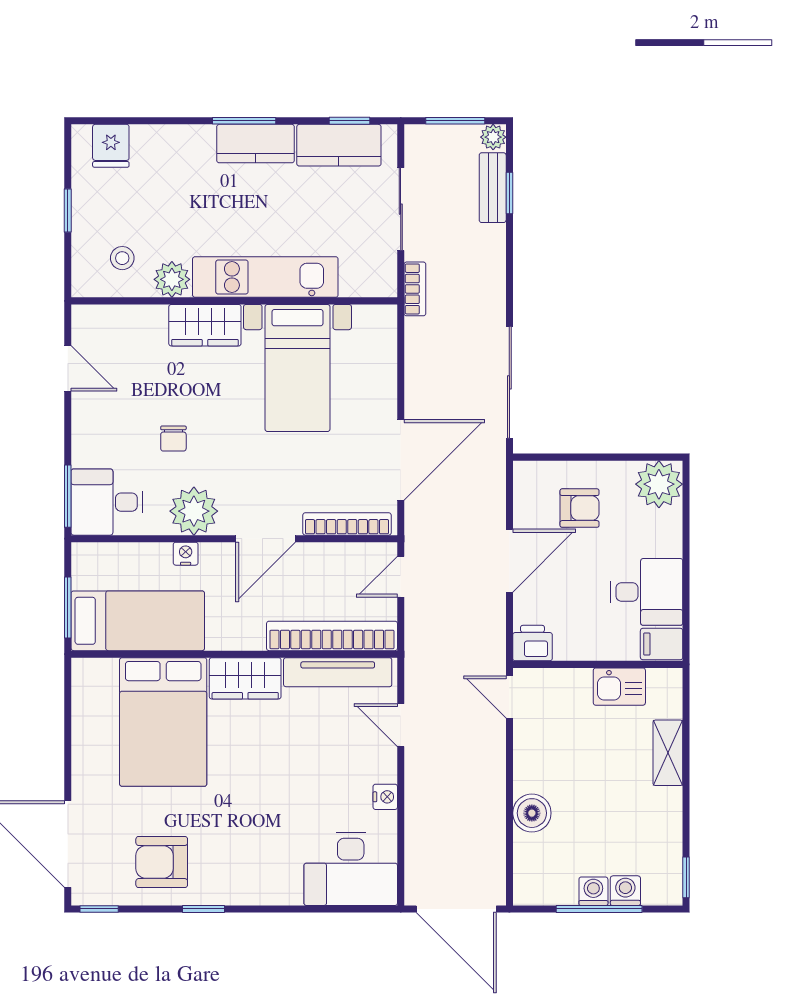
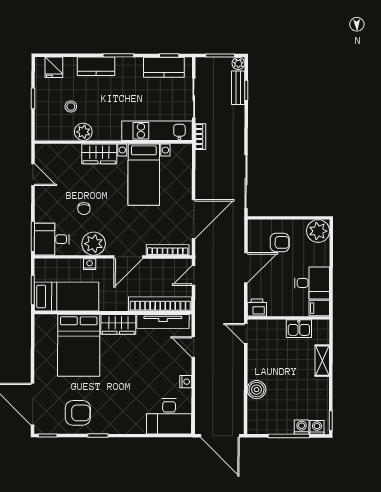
kitchen counter: (256, 144) -> (96, 66), moved
stool: (122, 258) -> (71, 107), moved
kitchen unit: (265, 277) -> (157, 131), moved
armchair: (162, 862) -> (78, 413), turned 180
washing machine: (593, 891) -> (317, 427), moved

